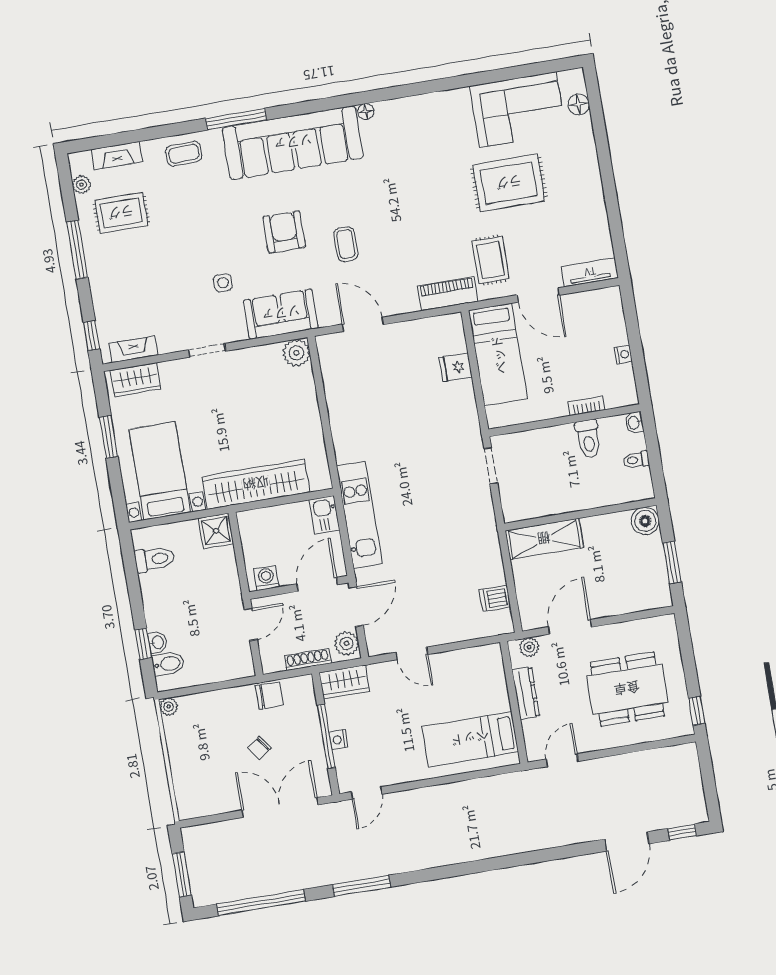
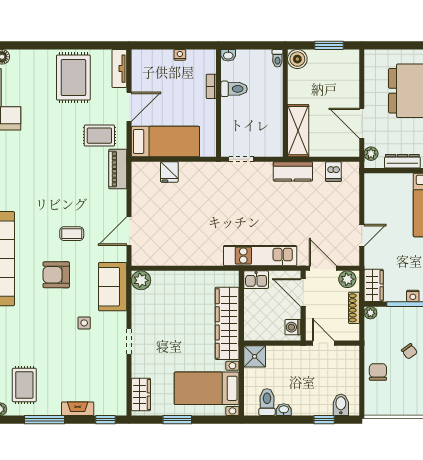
rug: (509, 183) -> (73, 78), moved
fireplace: (133, 349) -> (78, 409), moved, turned 90
toilet: (636, 460) -> (277, 58), moved
kitchen counter: (486, 541) -> (293, 171), added
washbasin: (157, 642) -> (284, 410), moved
chair: (269, 696) -> (378, 372), moved
plant: (169, 707) -> (370, 313), moved

